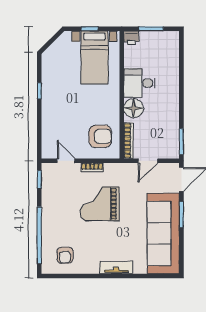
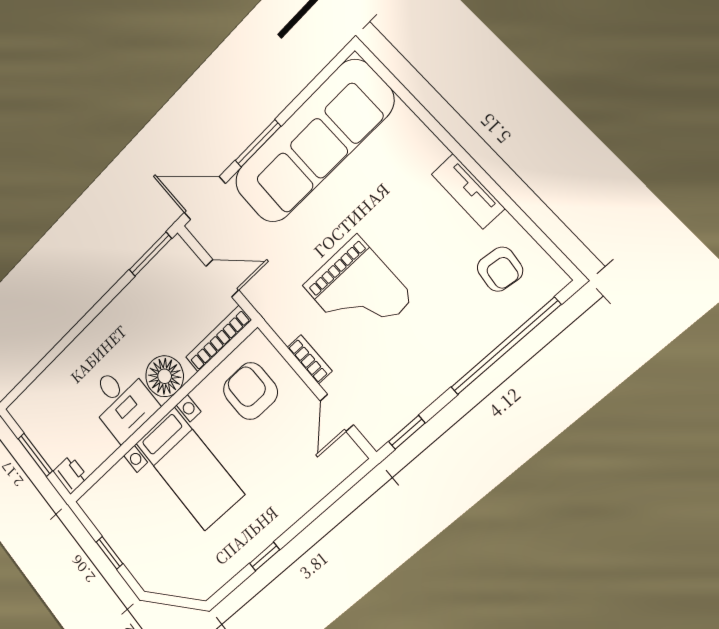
bed with nightstands: (95, 58) -> (190, 469), moved, turned 90
armchair: (65, 255) -> (500, 269), turned 97
tv unit: (116, 268) -> (468, 191), moved

